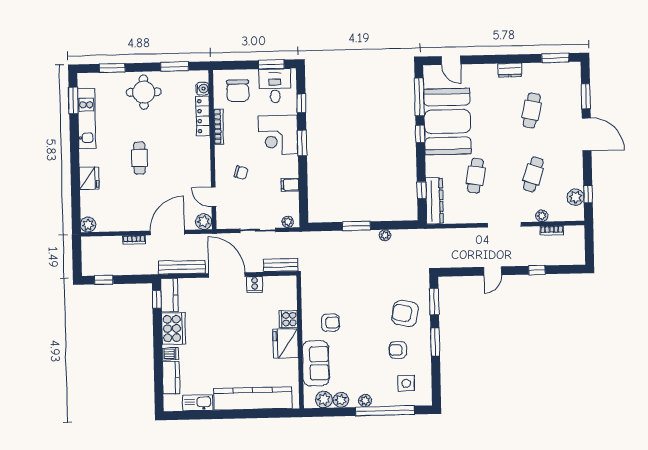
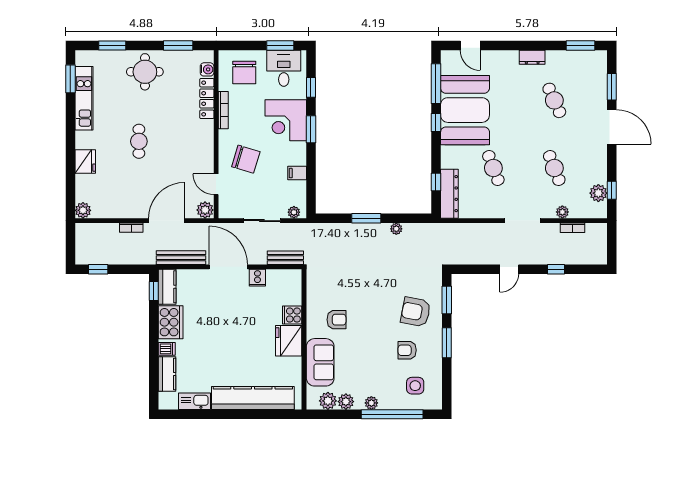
cafe table: (532, 110) -> (554, 100), turned -36
chair: (241, 173) -> (246, 159), width x1.87, depth x1.87
cafe table: (533, 174) -> (554, 168), turned -39
cafe table: (476, 176) -> (493, 168), turned -30

